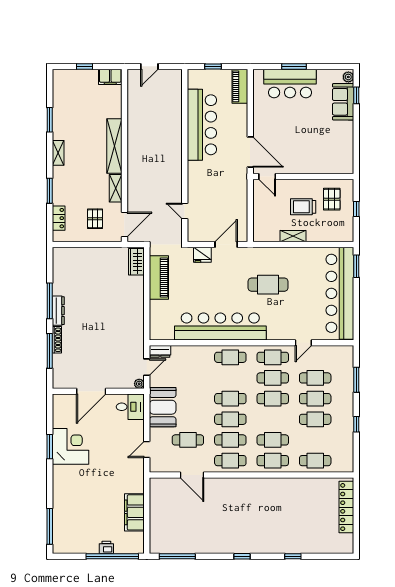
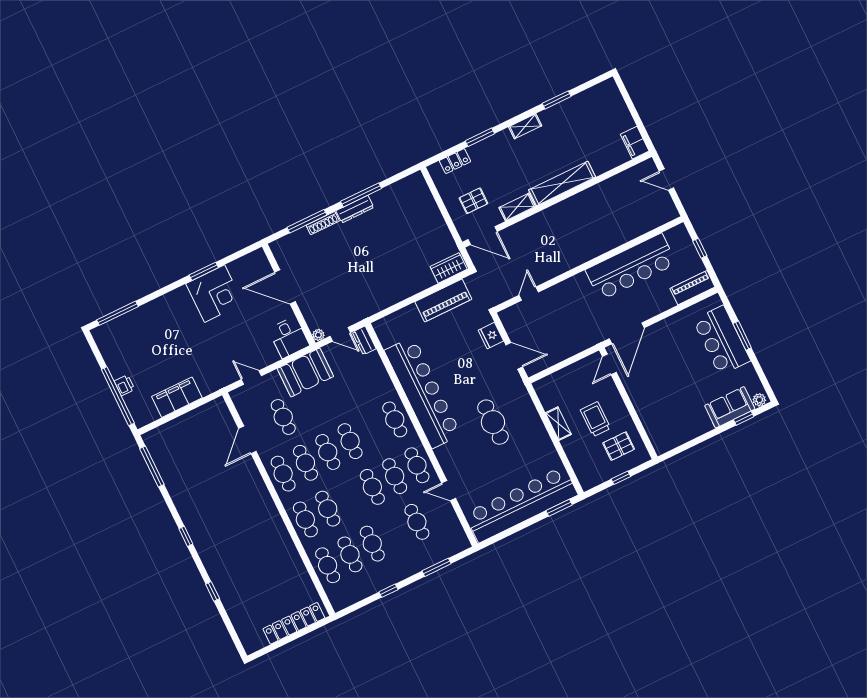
window: (84, 66) -> (632, 109), removed
cafe table: (315, 399) -> (350, 554), moved

